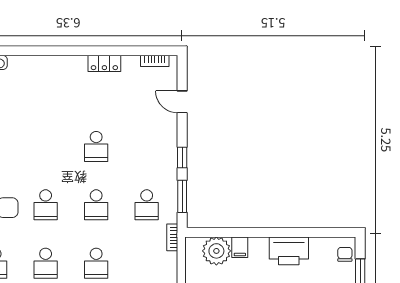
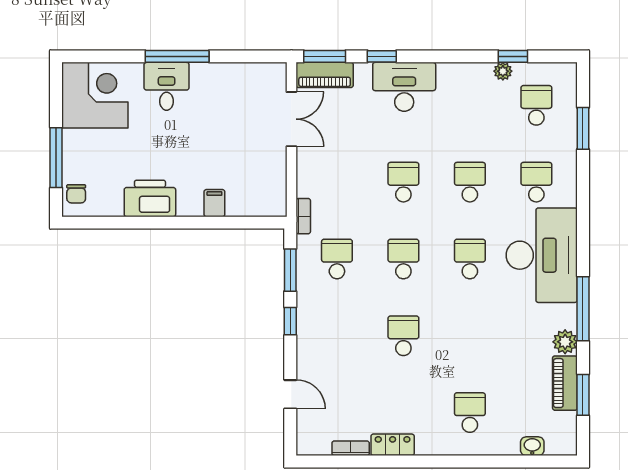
bookcase: (155, 61) -> (351, 448), moved
school desk: (46, 88) -> (470, 413), added
plant: (216, 251) -> (245, 198), removed

